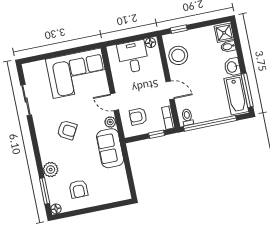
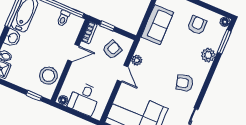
door: (170, 90) -> (73, 53), swing flipped
armchair: (138, 117) -> (112, 50), turned -64
toilet: (187, 117) -> (63, 18), moved
armchair: (67, 130) -> (185, 83), moved, turned -44
sofa: (110, 148) -> (157, 25), moved

